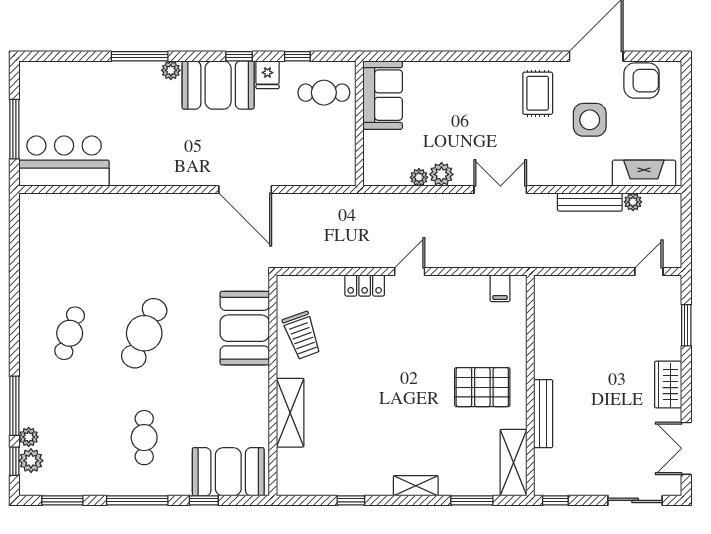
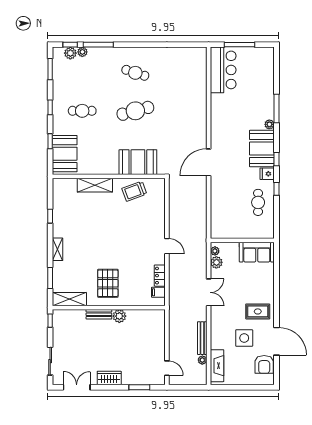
sofa: (383, 95) -> (257, 252), moved
wall: (359, 123) -> (242, 240), moved
locker: (365, 285) -> (160, 276), moved
cafe table: (144, 333) -> (135, 111), turned -39
plant: (547, 365) -> (119, 316), added
bench: (543, 414) -> (99, 314), width x0.73
window: (137, 500) -> (50, 107), width x0.46

